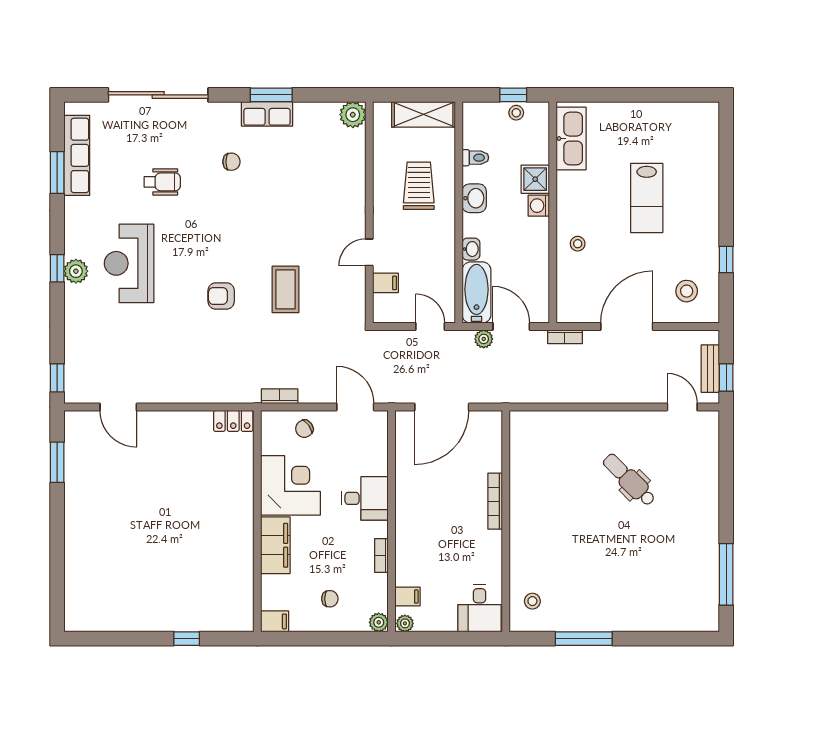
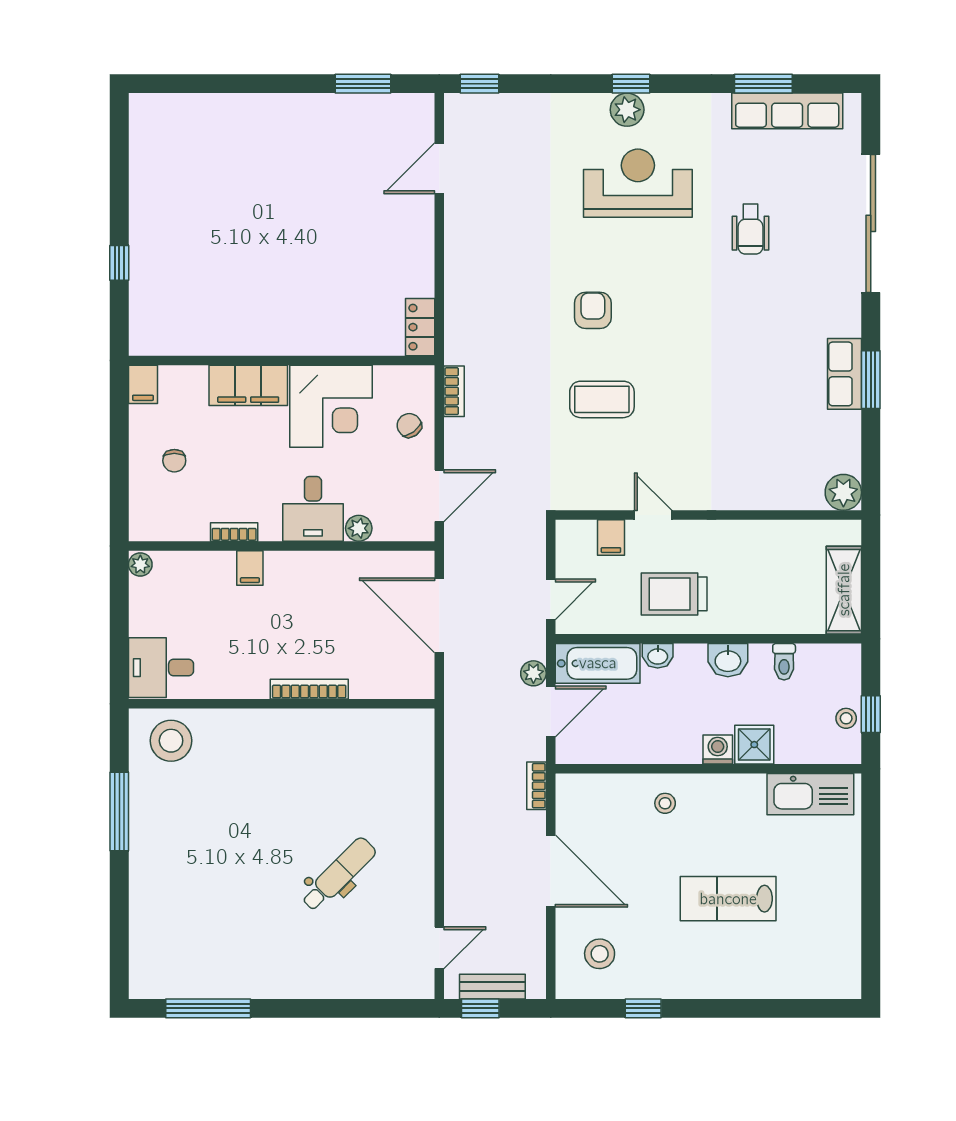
chair: (231, 162) -> (778, 325), removed
trolley: (419, 186) -> (674, 594), moved, turned 180
filing cabinet: (407, 597) -> (250, 568), moved
stool: (532, 601) -> (171, 741), width x1.89, depth x1.89
plant: (379, 622) -> (359, 528), moved

